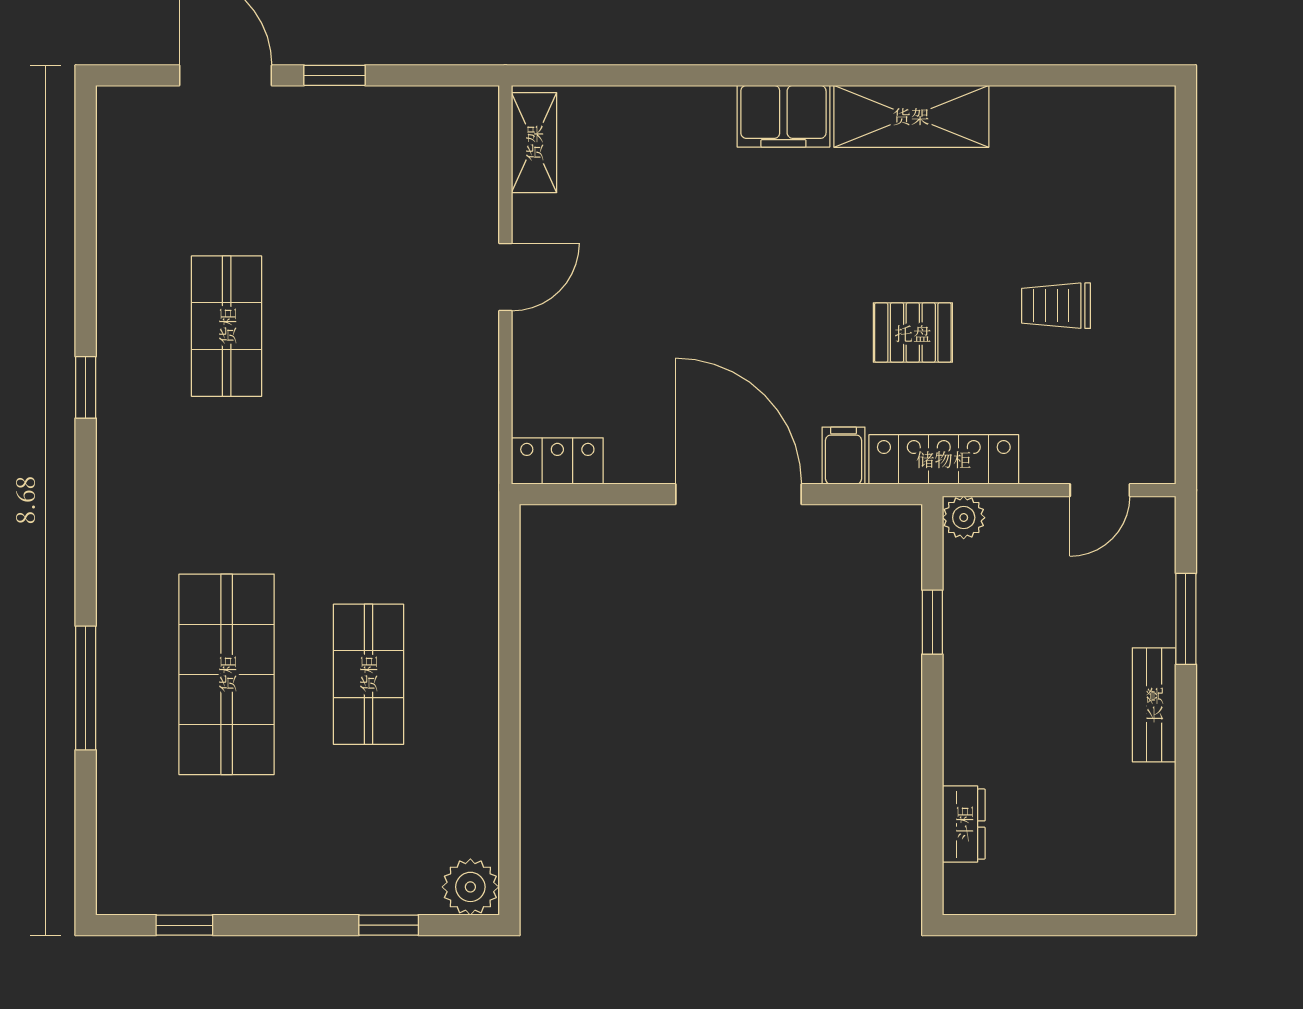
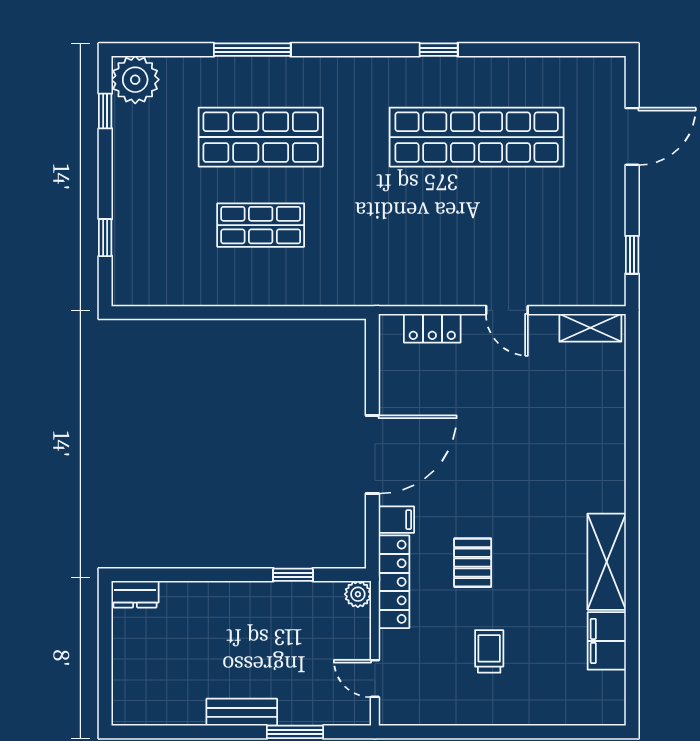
window: (334, 75) -> (632, 255), moved
filing cabinet: (783, 116) -> (607, 641), moved
shop shelf: (227, 326) -> (477, 137), width x2.00, depth x1.36
locker: (557, 461) -> (432, 328), moved, turned 90
dresser: (964, 824) -> (135, 594), moved
plant: (470, 887) -> (135, 80), moved, width x1.36, depth x1.36

